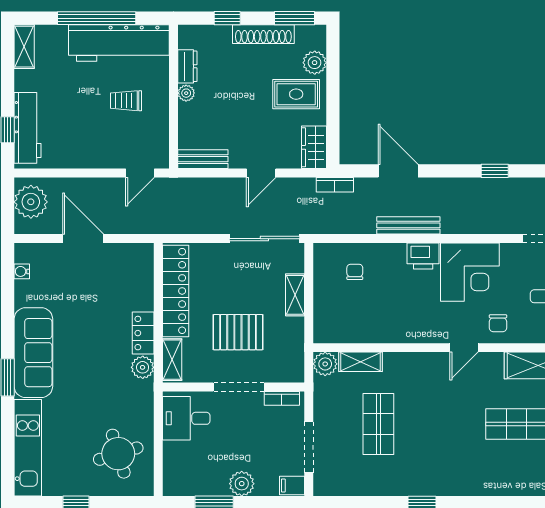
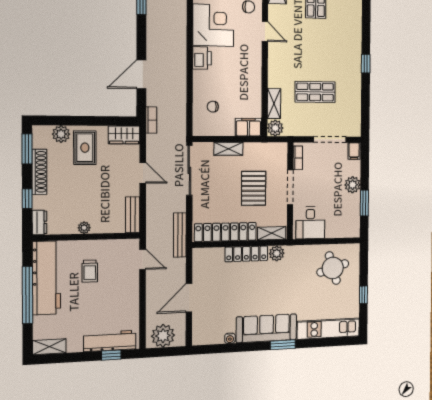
dresser: (187, 66) -> (40, 222), moved, turned 90
bench: (408, 225) -> (180, 235), moved
water cooler: (22, 271) -> (230, 338), moved
filing cabinet: (326, 324) -> (248, 127), added
locker: (143, 333) -> (246, 254), width x1.53

